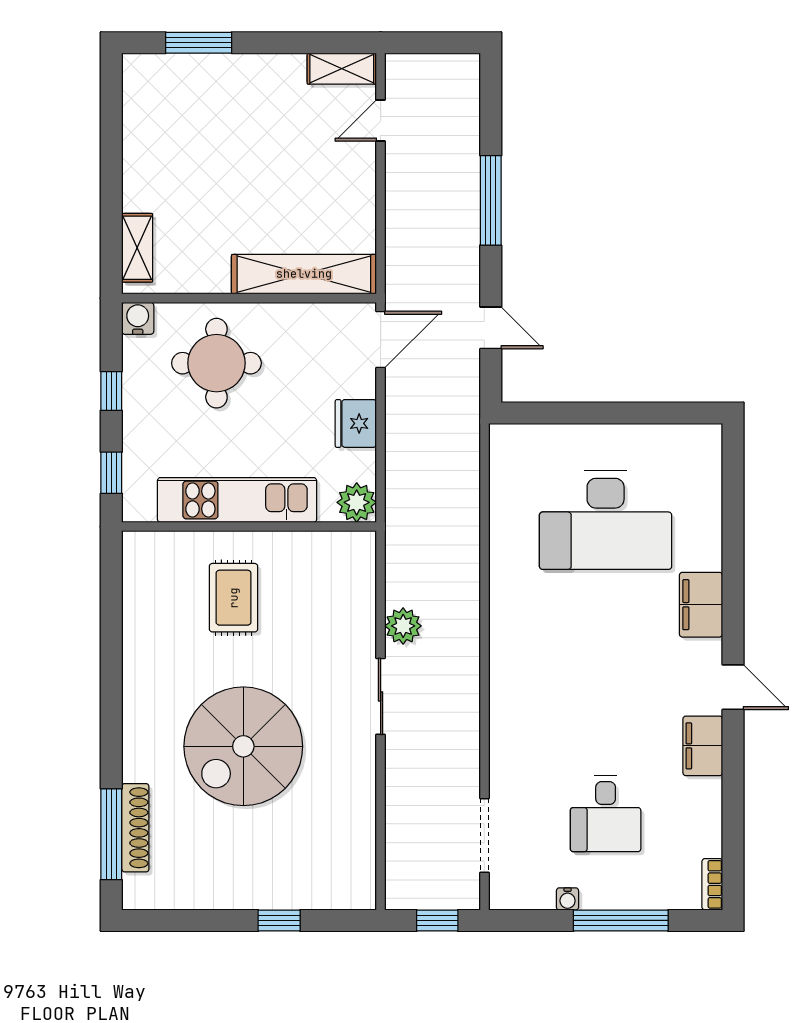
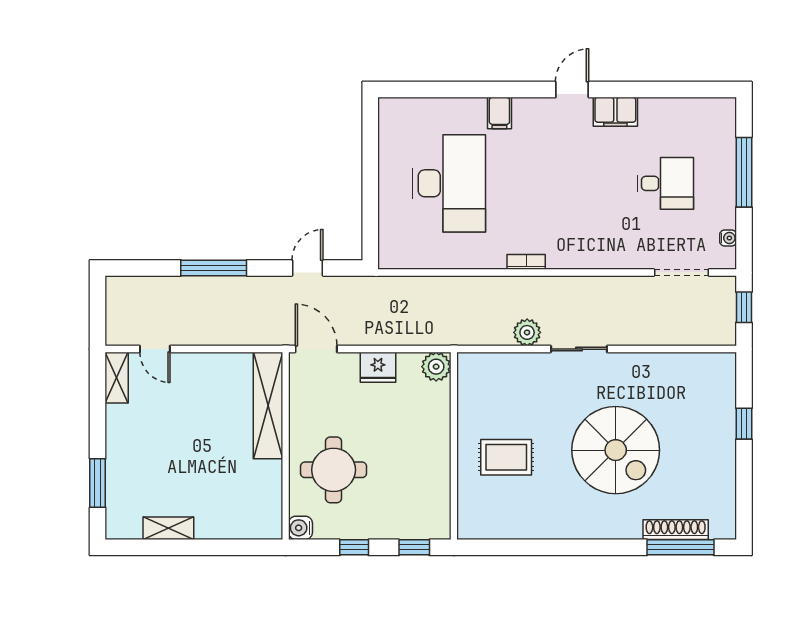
shelving: (137, 248) -> (168, 528), moved
kitchen unit: (237, 500) -> (434, 455), removed
filing cabinet: (701, 605) -> (499, 113), width x0.50
bookcase: (712, 884) -> (526, 262), moved, turned 180
water cooler: (568, 899) -> (728, 238), moved

